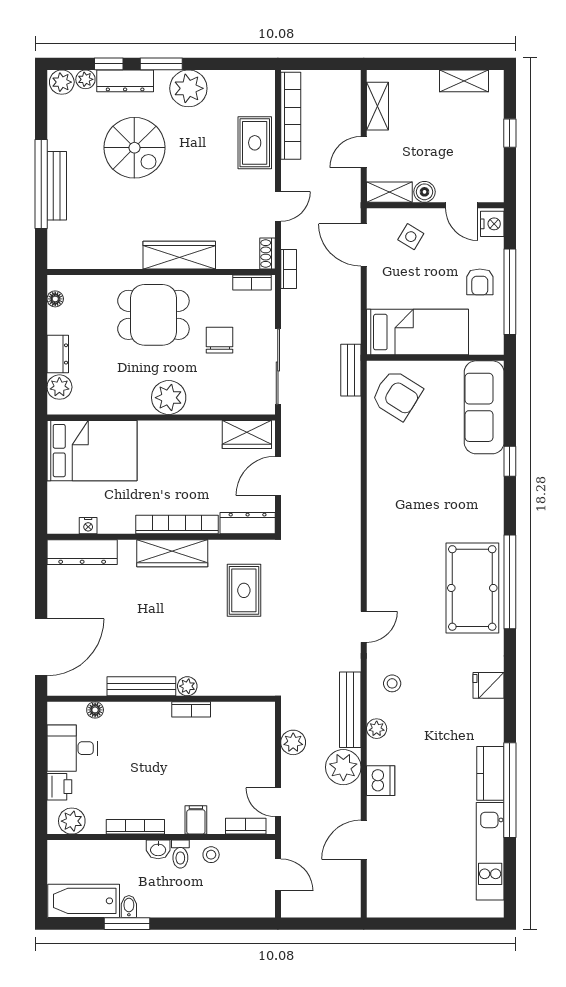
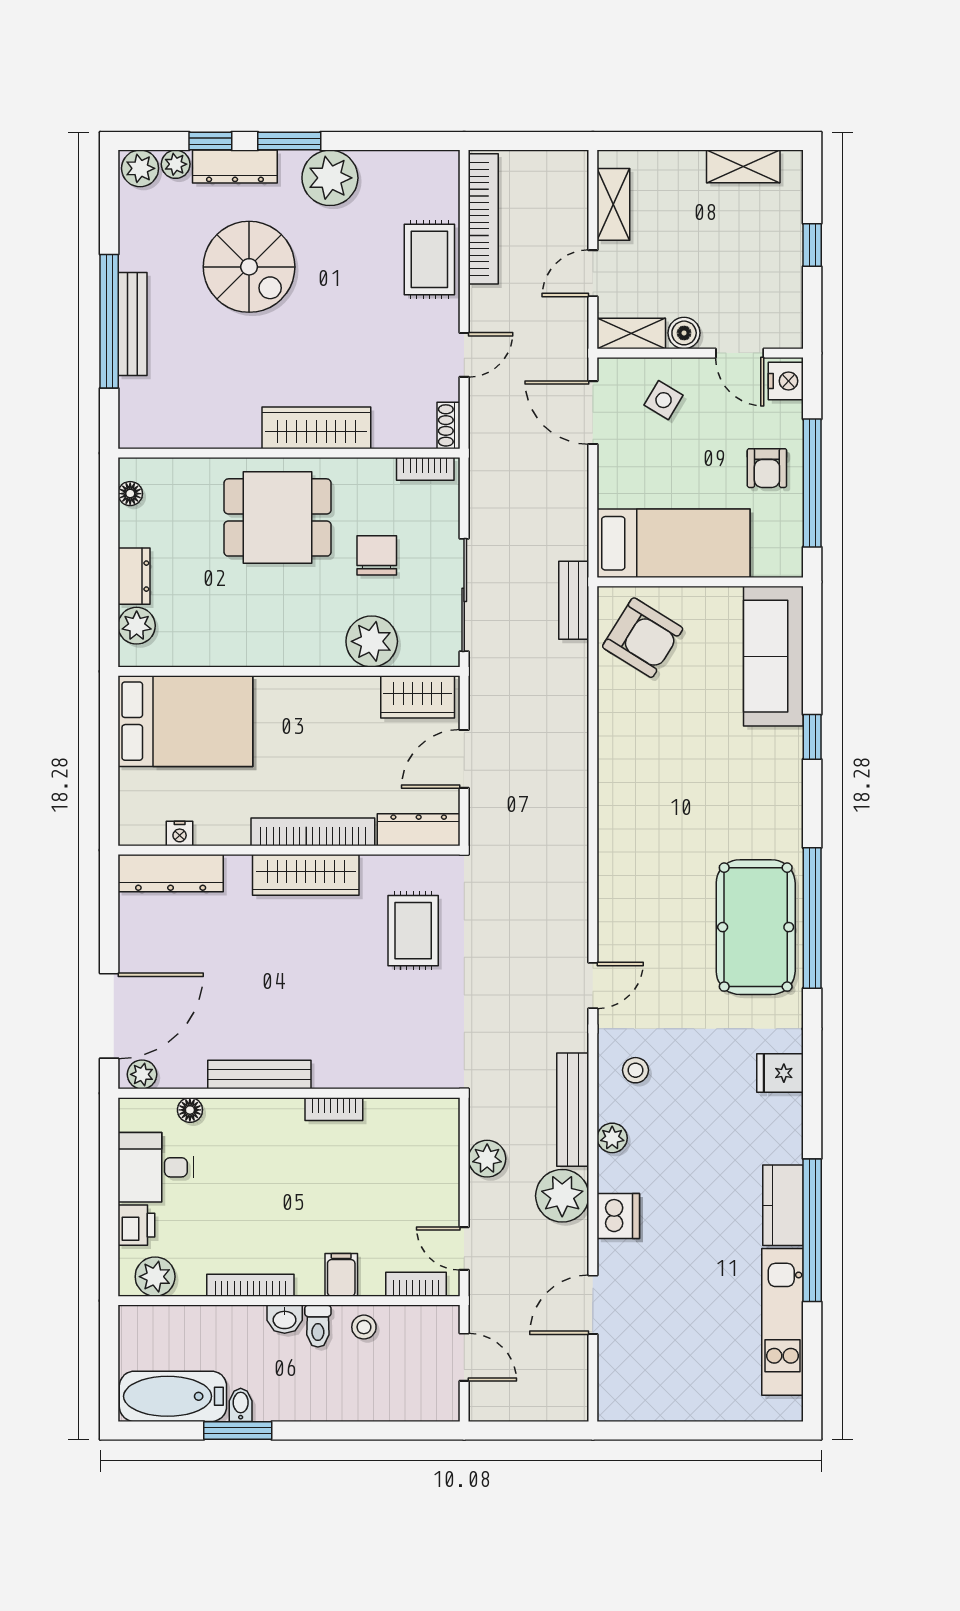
bookcase: (289, 269) -> (480, 449), removed
plant: (169, 398) -> (372, 641), moved
plant: (187, 686) -> (142, 1074), moved

